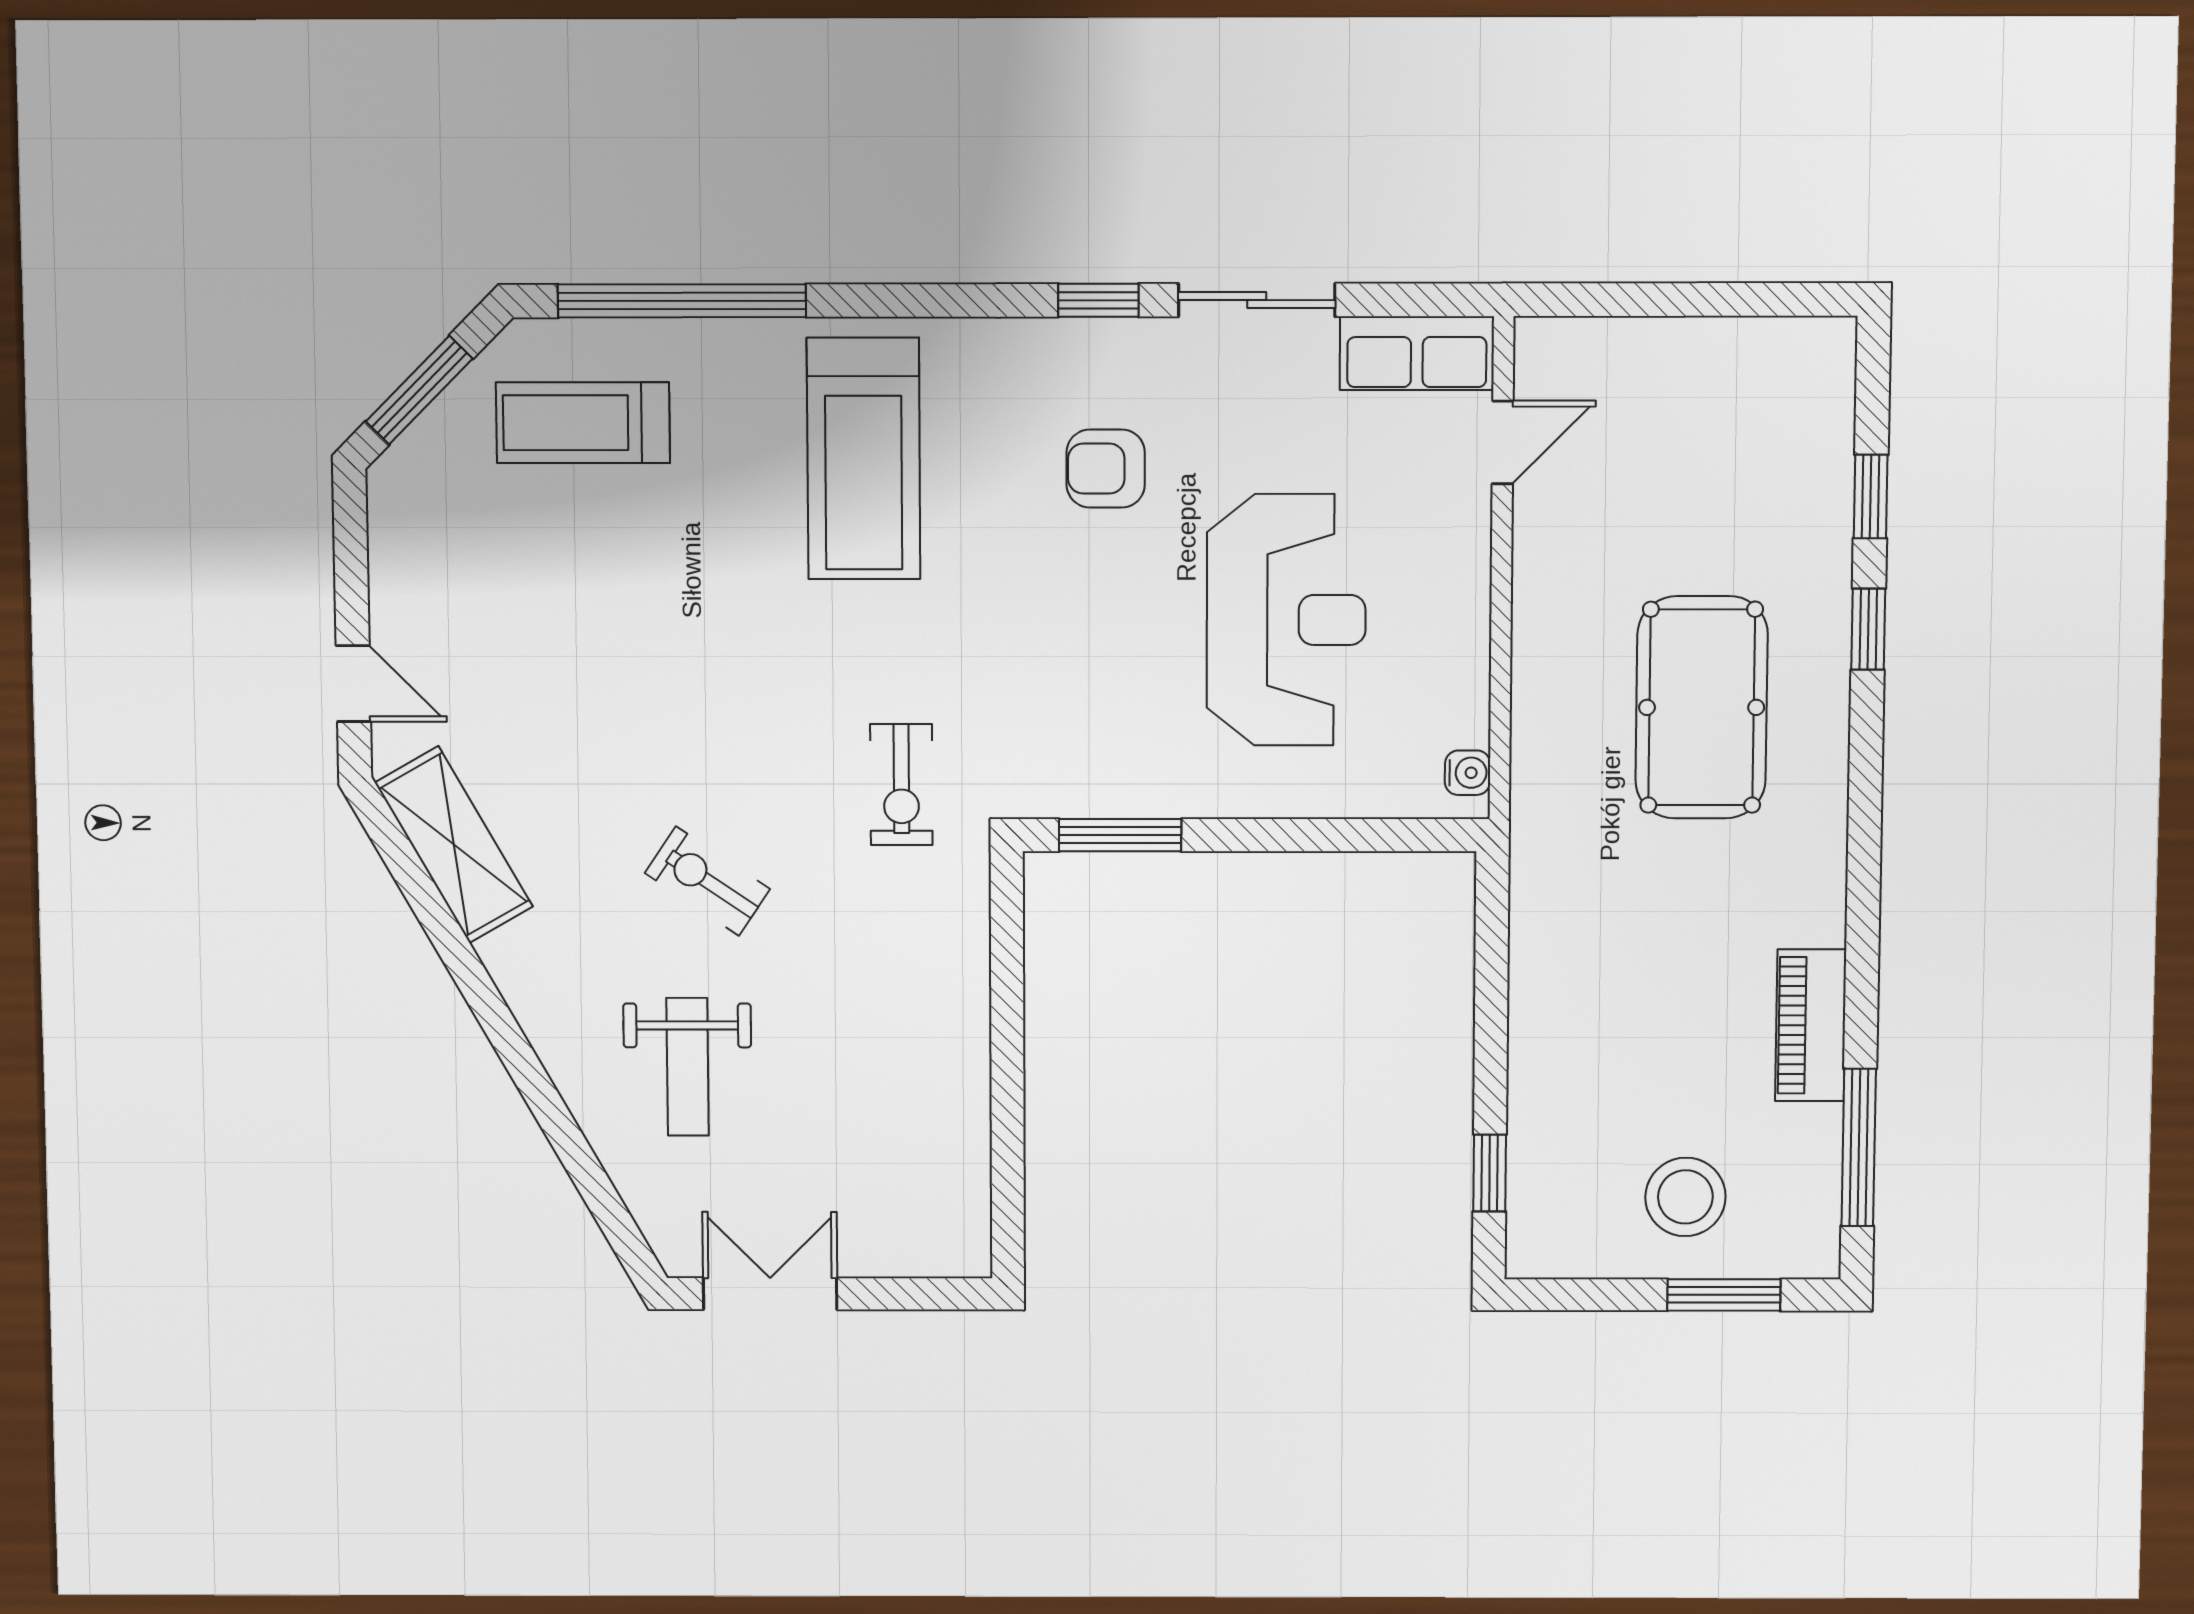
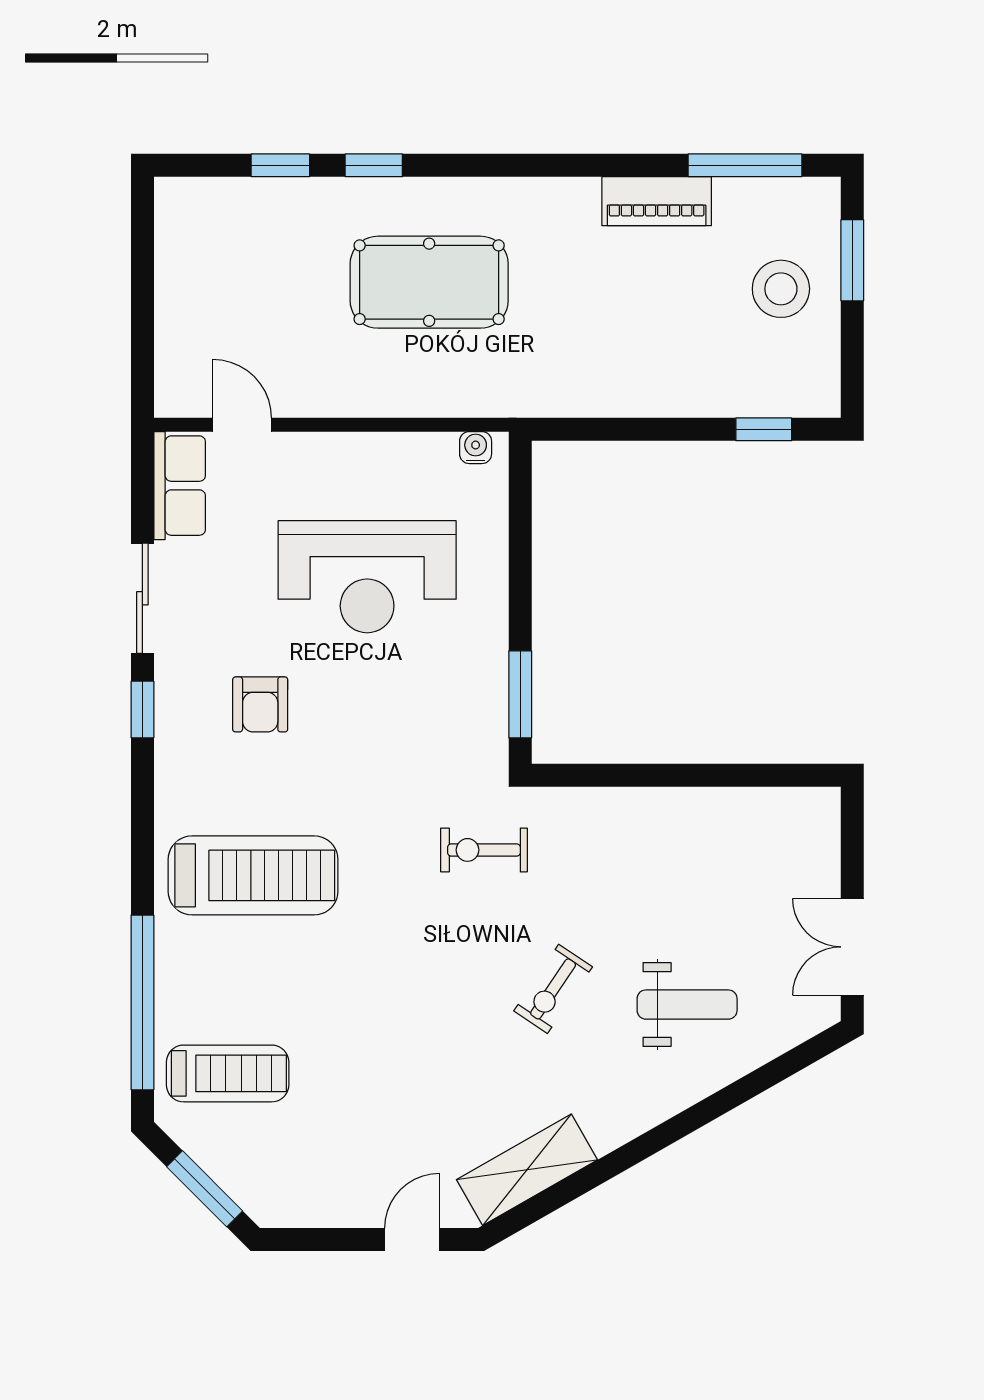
treadmill: (583, 423) -> (228, 1073), turned -90
reception desk: (1286, 620) -> (367, 577), turned 180
exercise bike: (901, 785) -> (484, 850), turned 180

